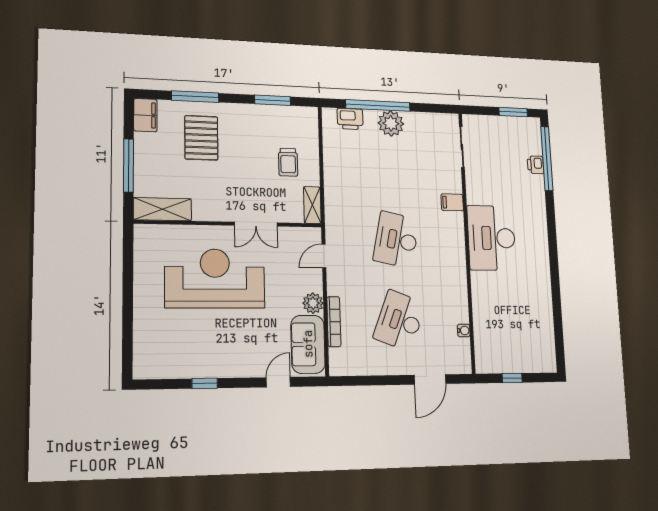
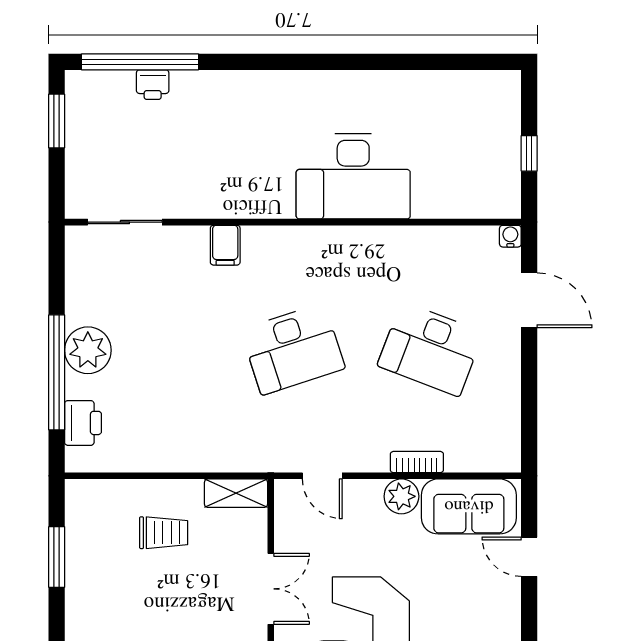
desk: (491, 238) -> (353, 176), moved
desk: (396, 240) -> (293, 349), turned -30
bookcase: (334, 322) -> (417, 462), width x0.64
water cooler: (464, 330) -> (510, 236), moved

